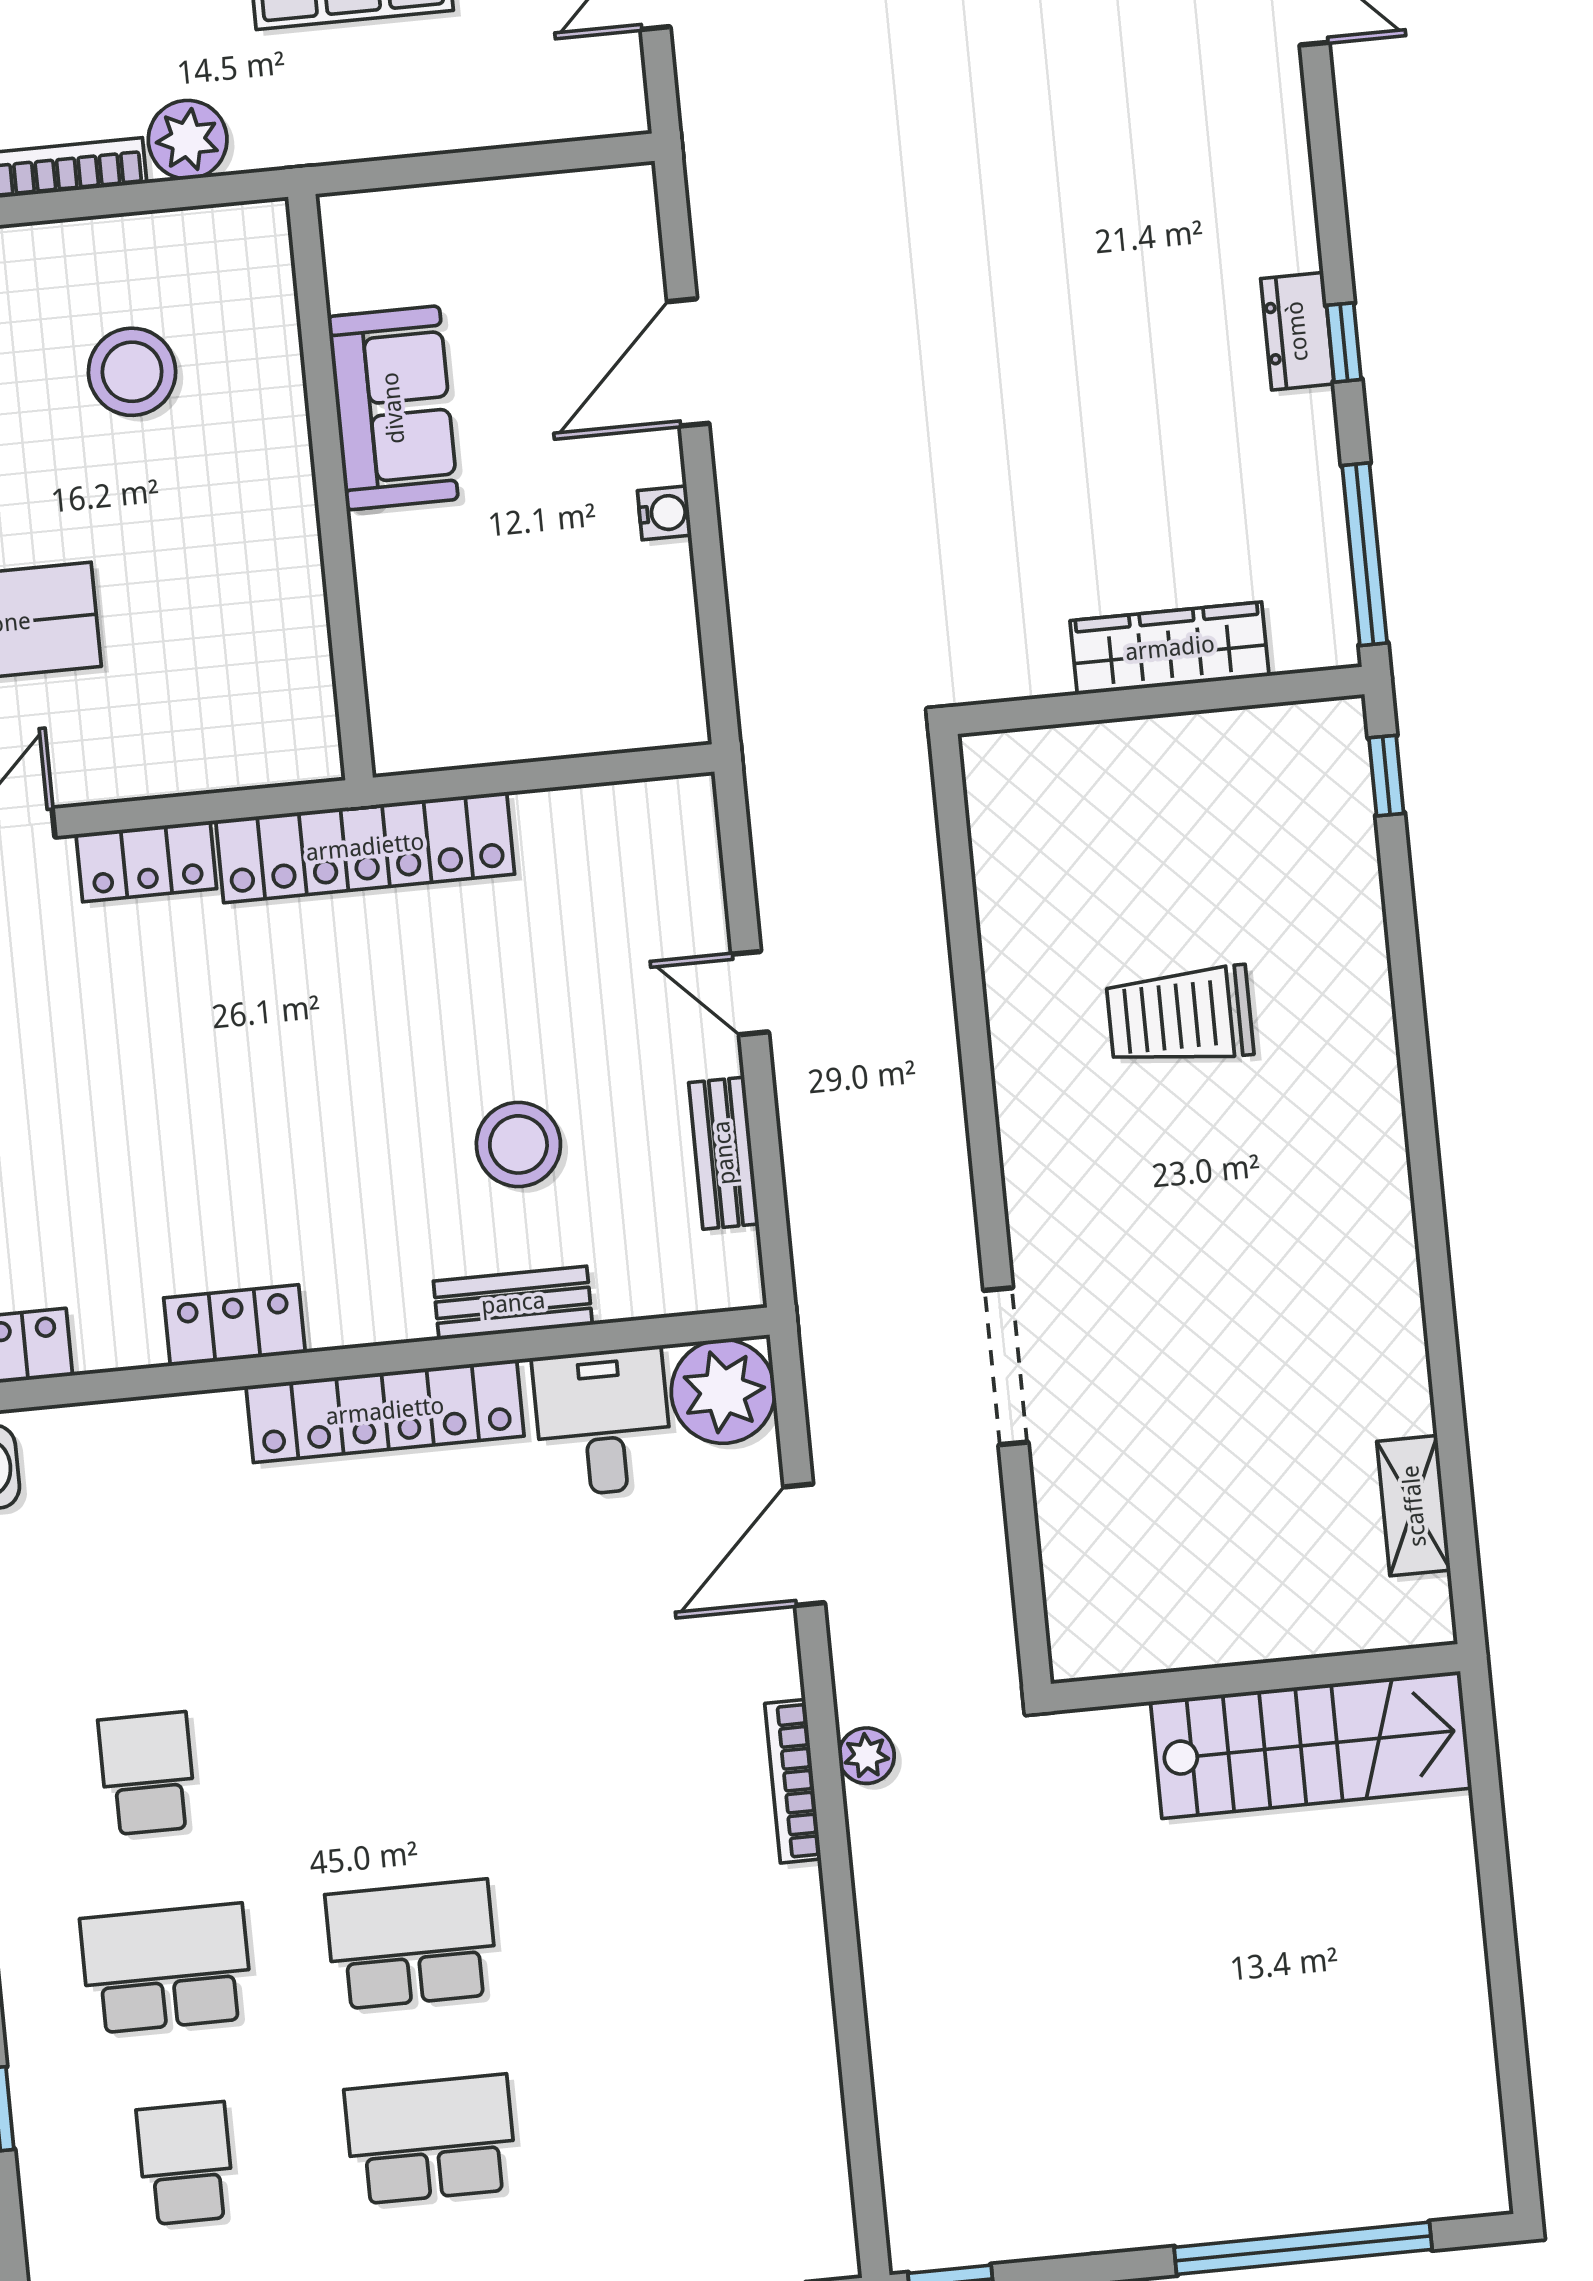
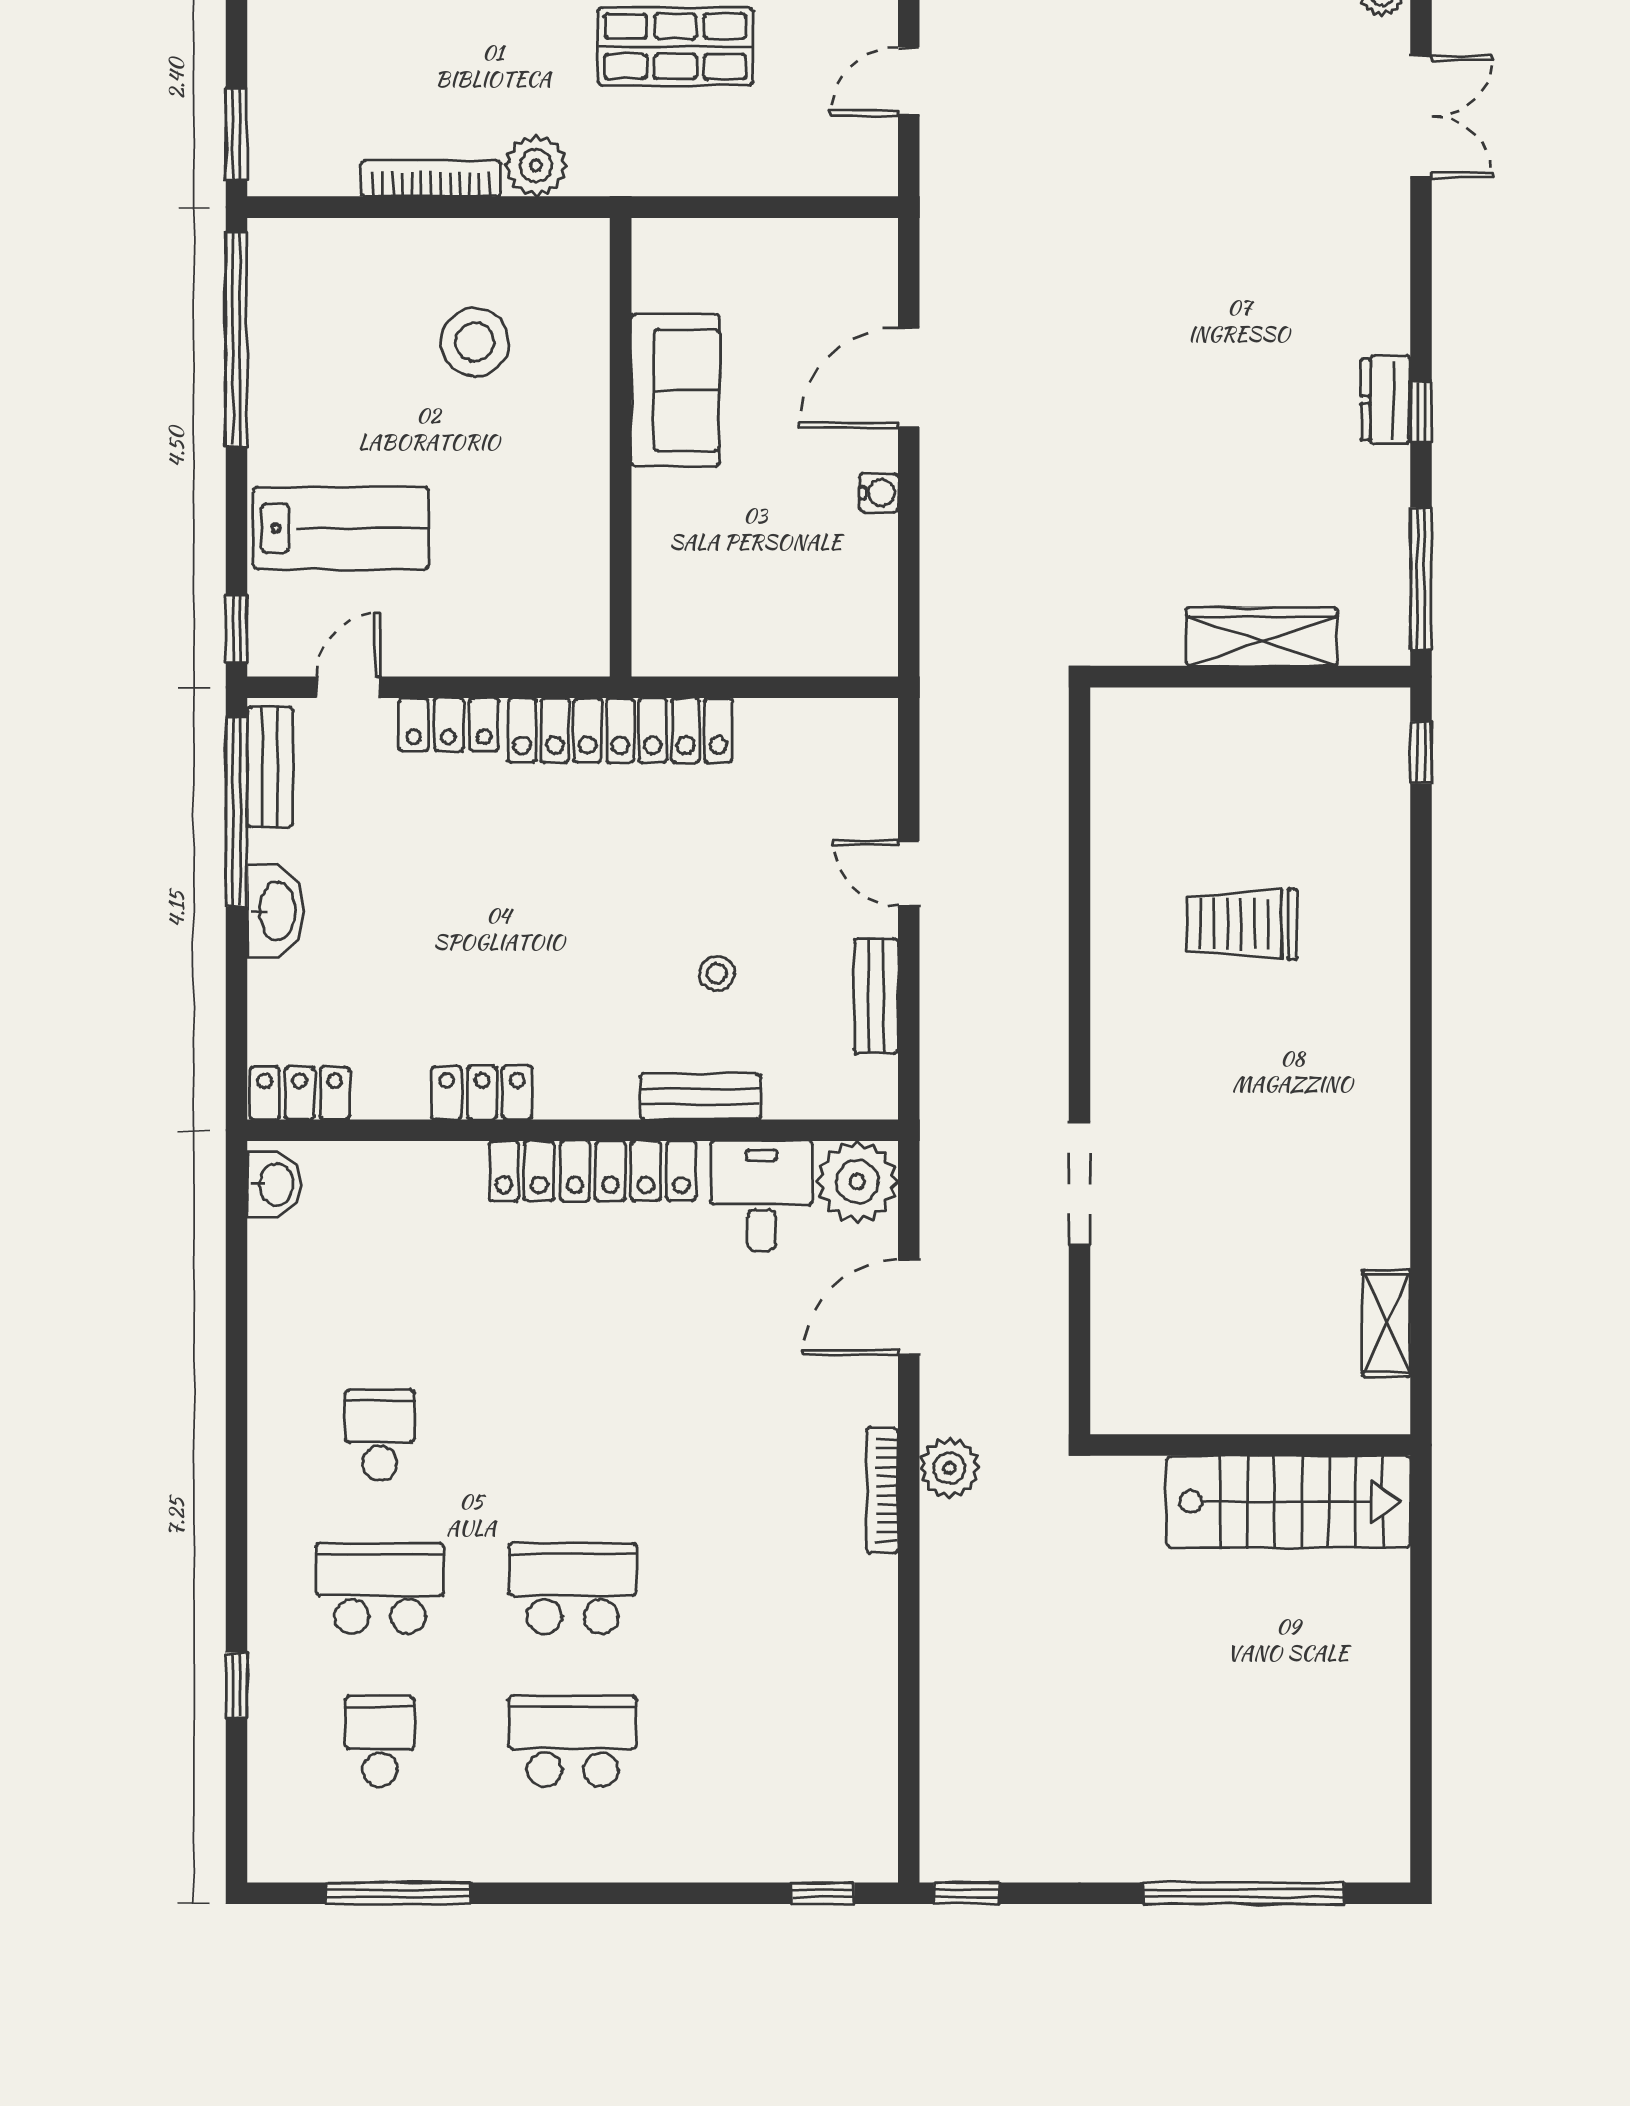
stool: (518, 1144) -> (717, 974), width x0.53, depth x0.53
plant: (866, 1756) -> (949, 1468), width x1.38, depth x1.38

